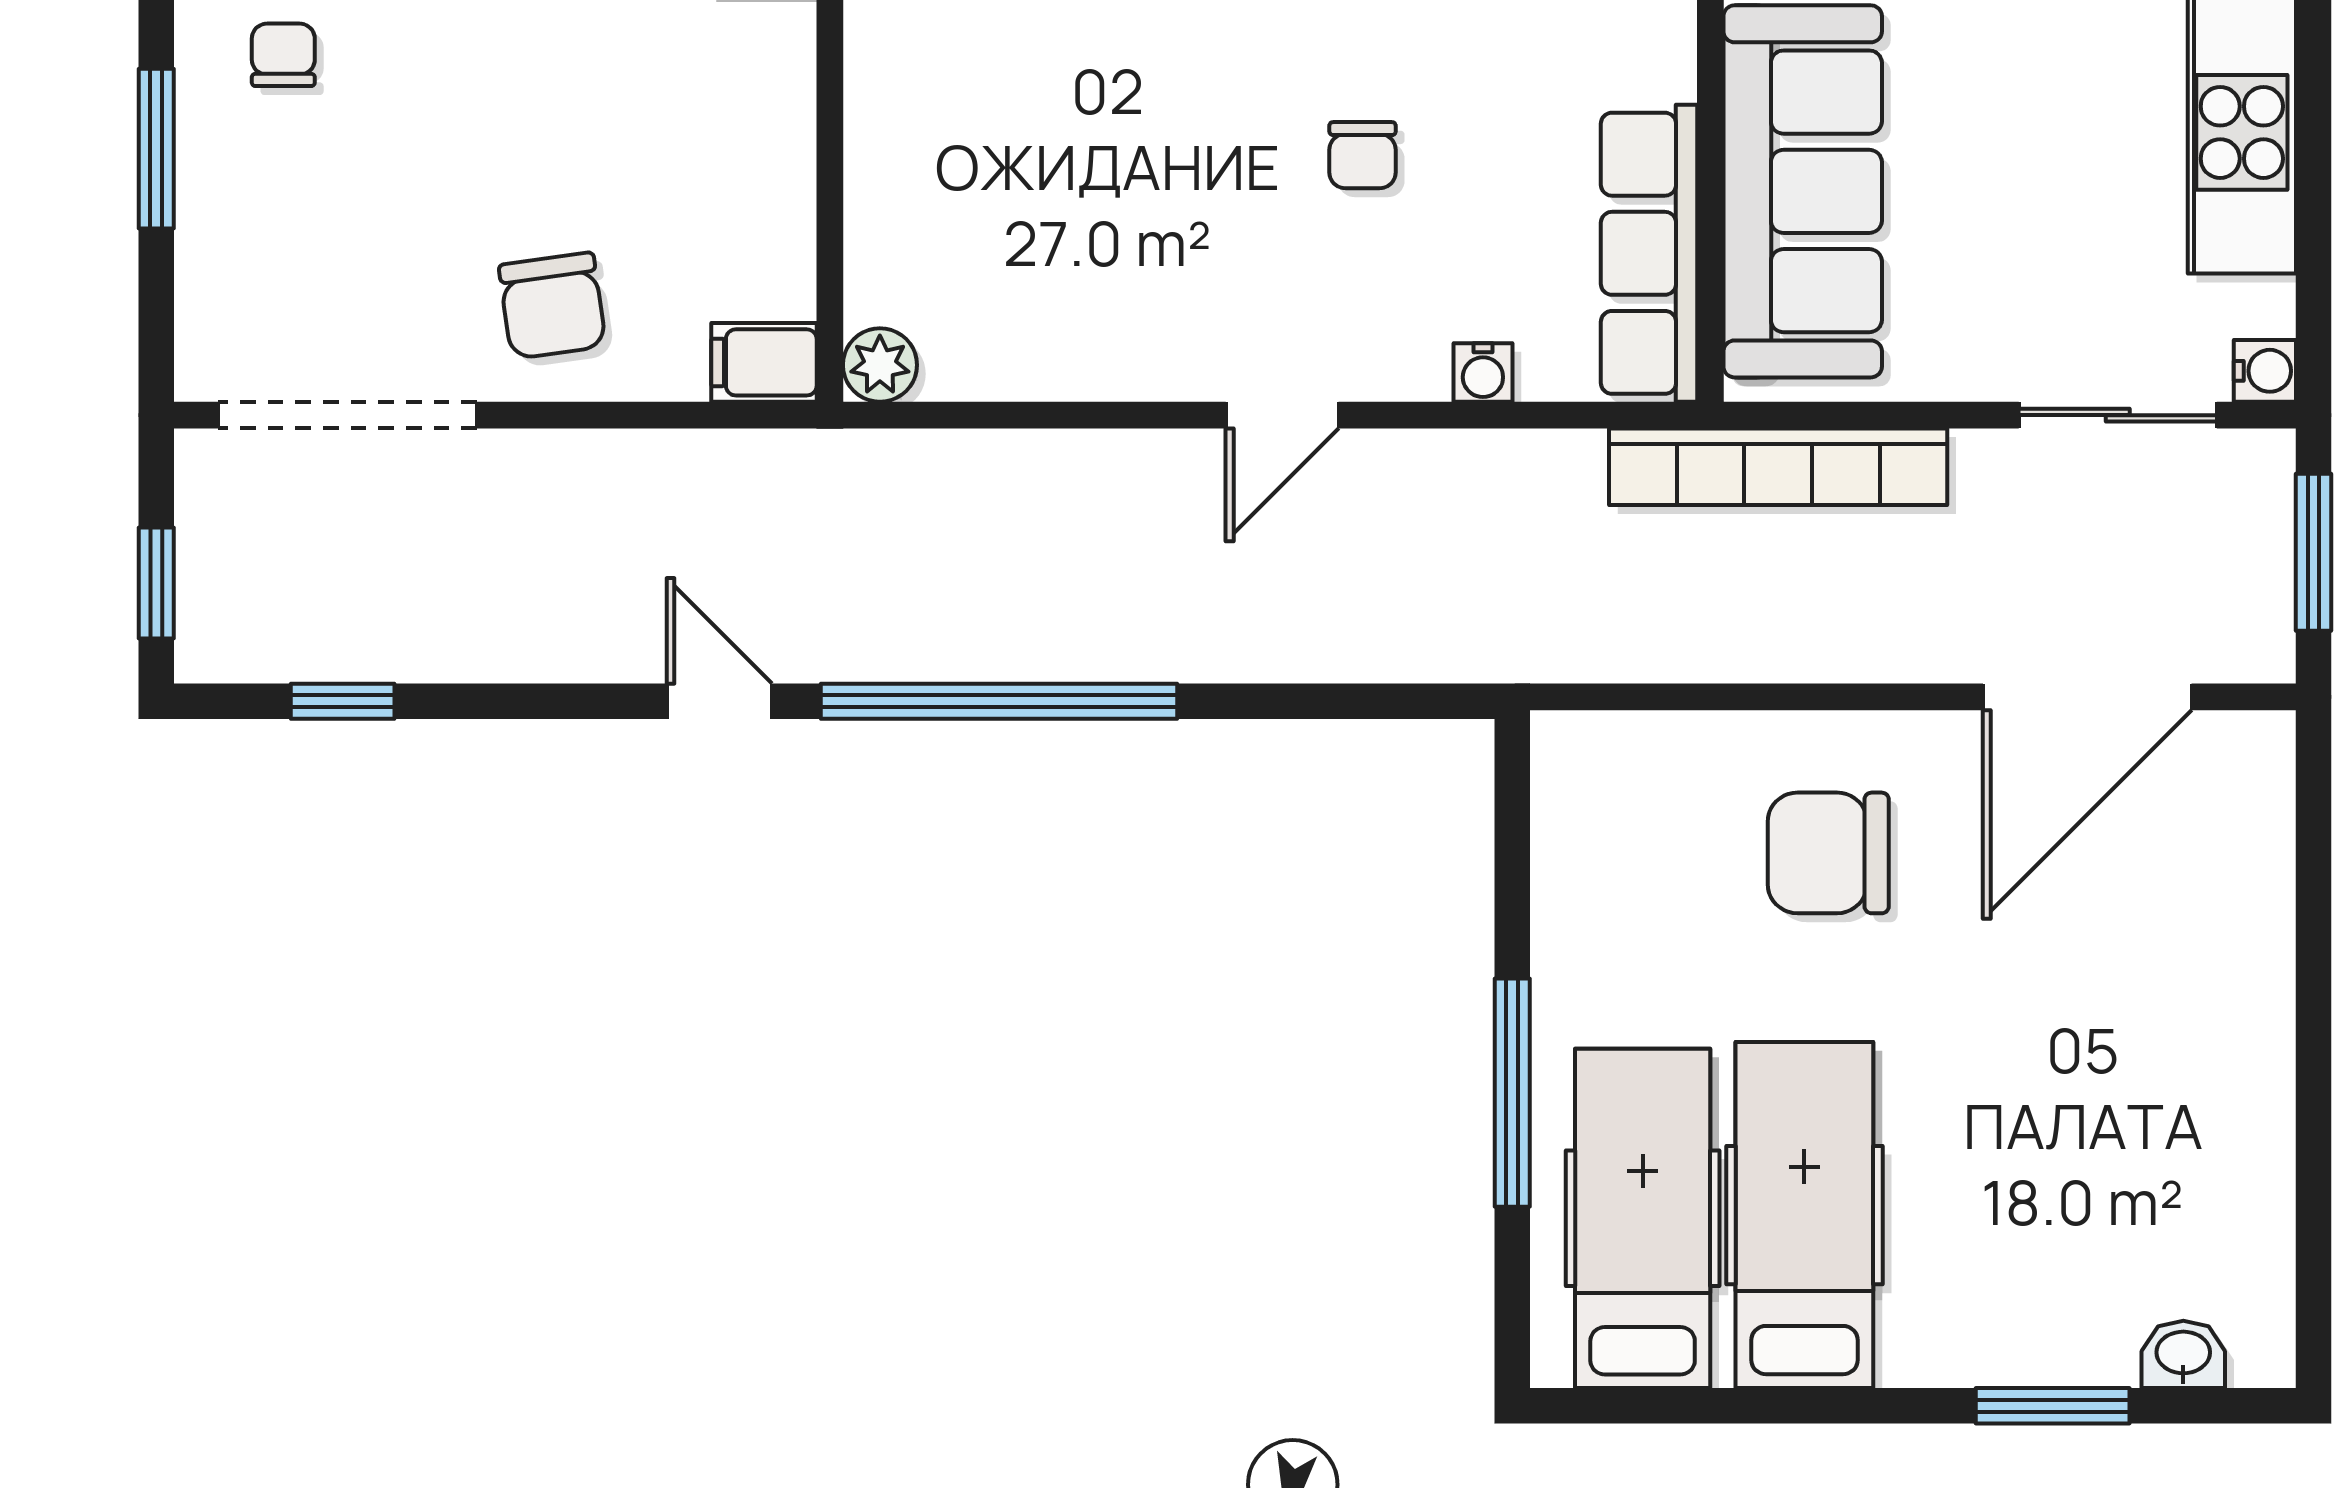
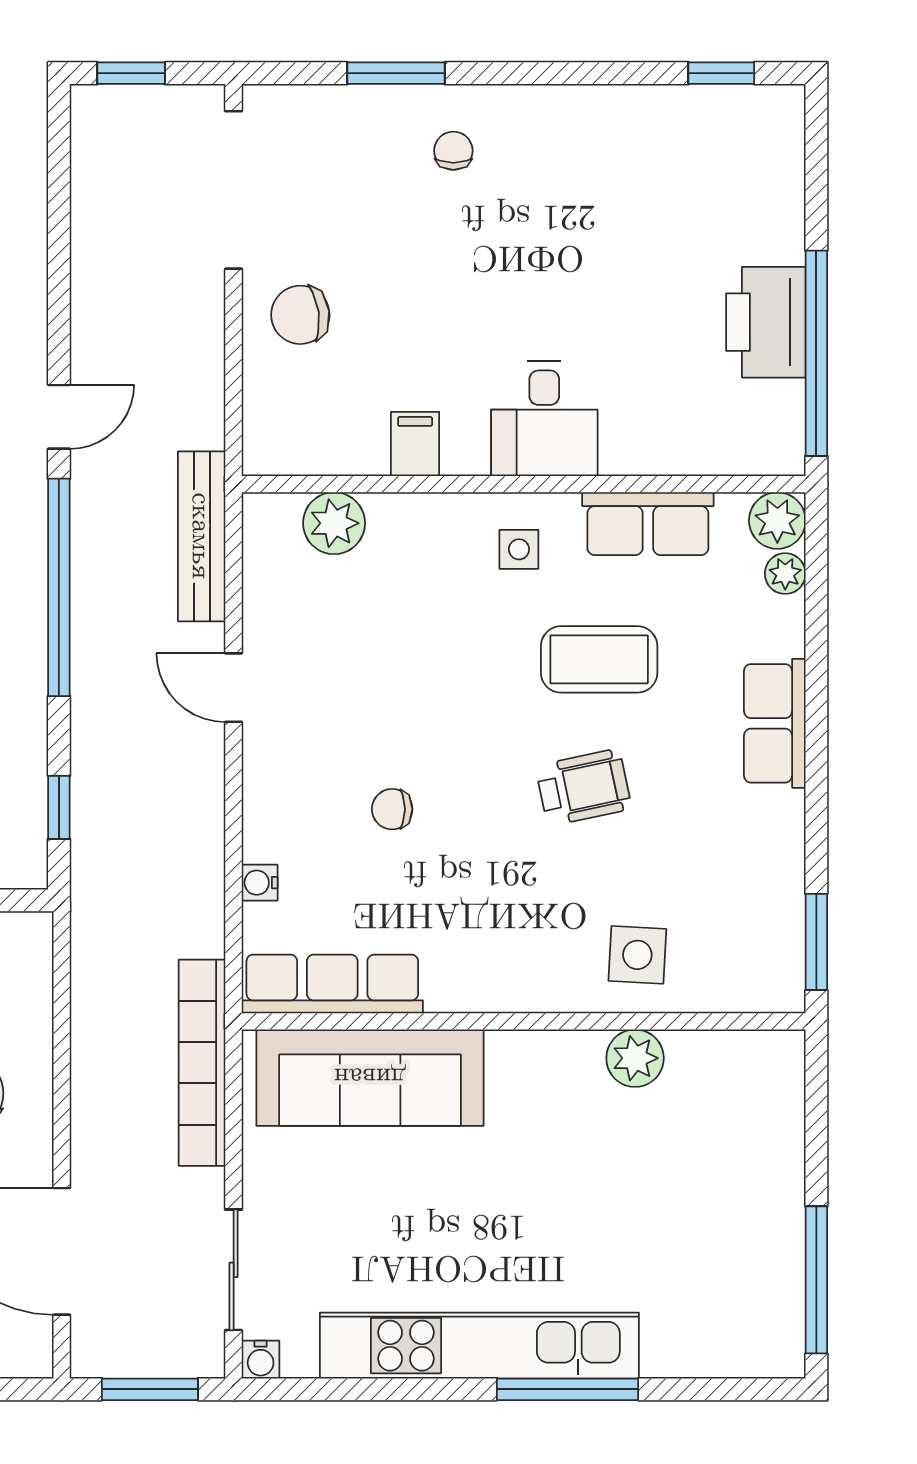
chair: (283, 55) -> (453, 151), turned -90
filing cabinet: (764, 362) -> (415, 444), moved
plant: (880, 365) -> (334, 523), moved, width x1.38, depth x1.38
door: (1282, 415) -> (234, 688), moved
bench: (915, 467) -> (202, 536), added
window: (343, 701) -> (59, 807), moved

